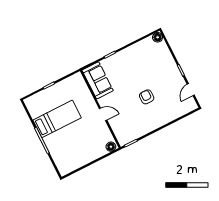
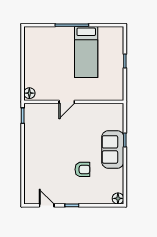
sofa: (98, 80) -> (113, 149), moved, turned 90
armchair: (147, 97) -> (82, 169), moved

